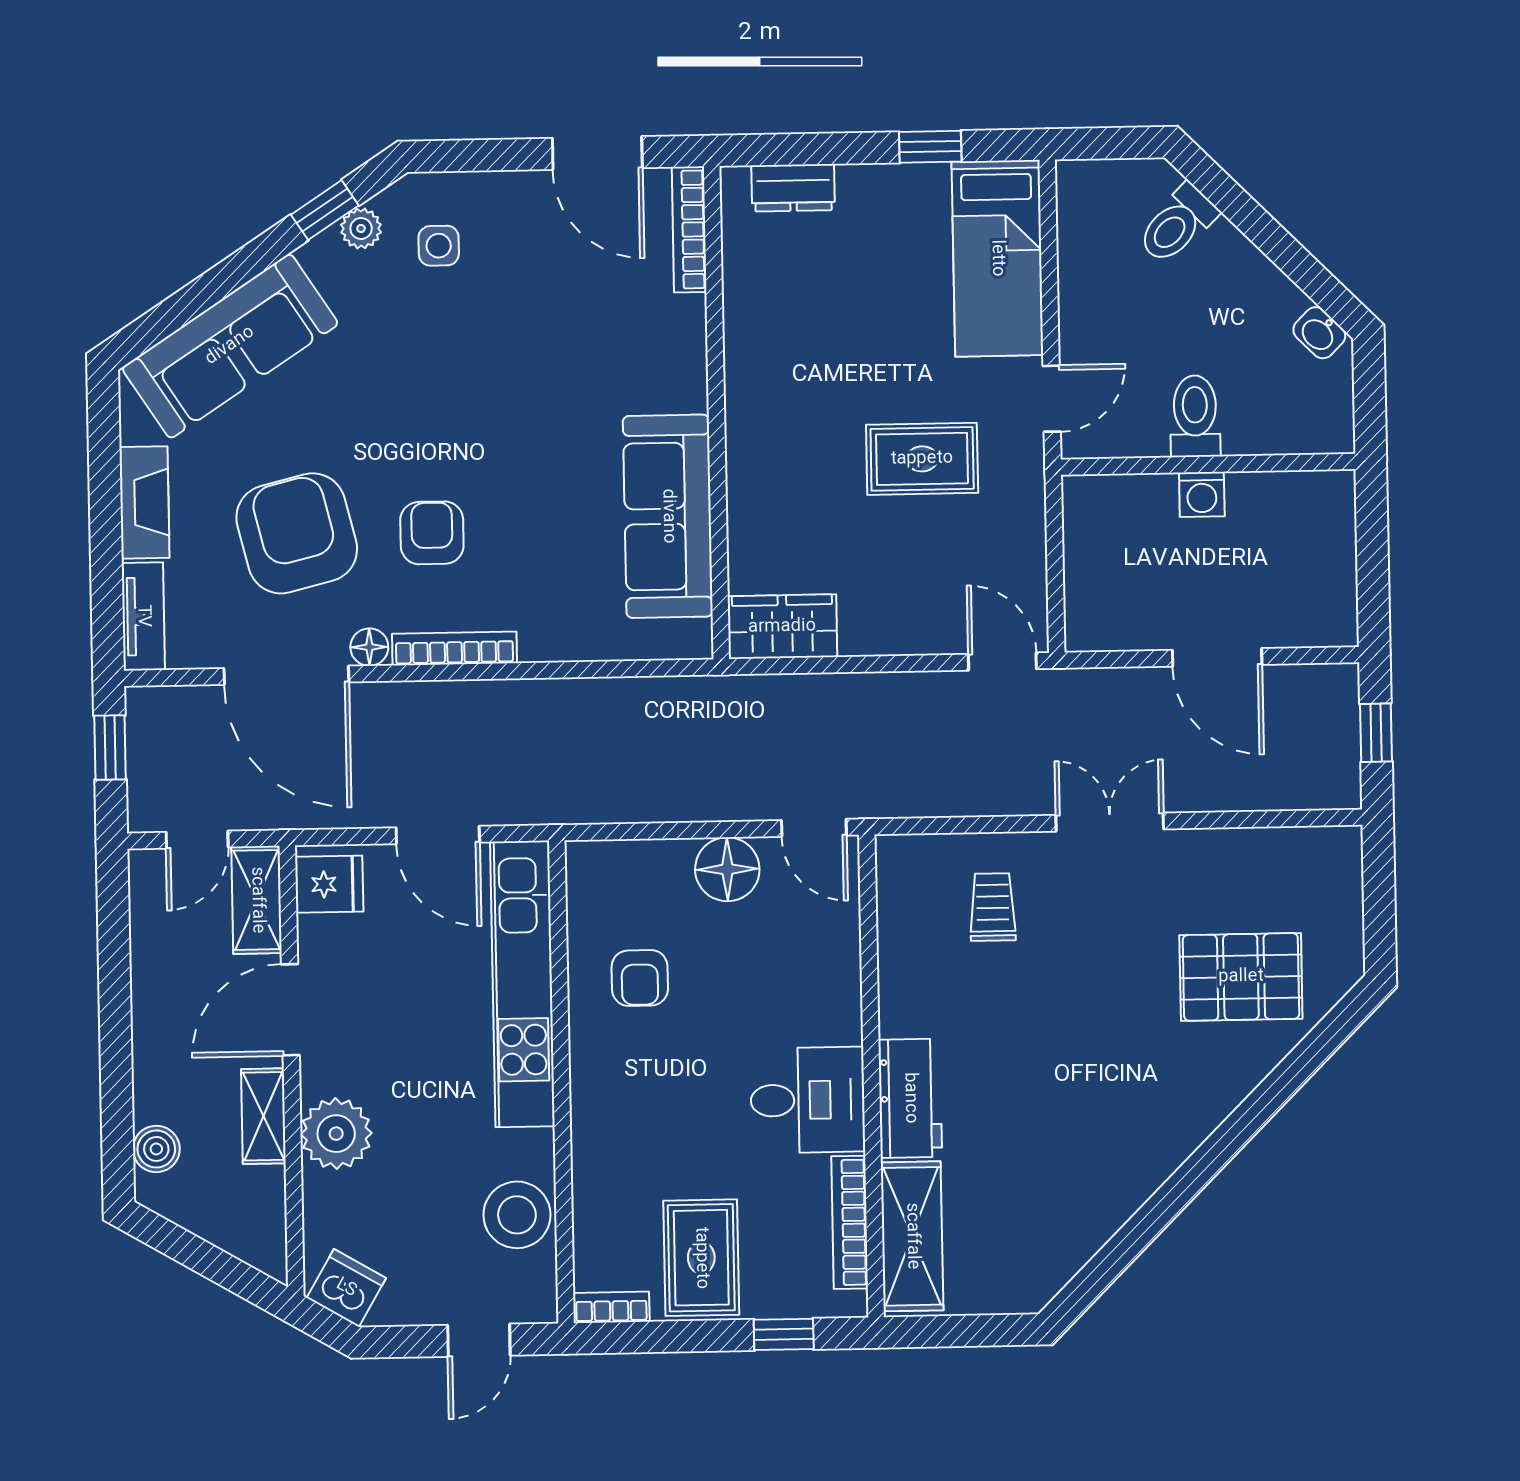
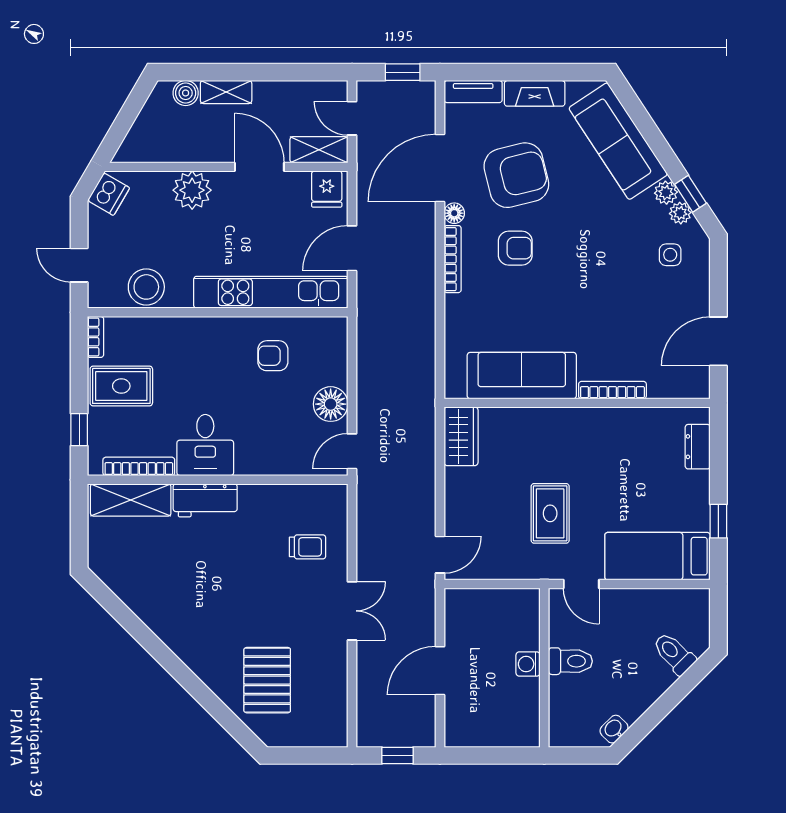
bookcase: (689, 229) -> (612, 390), moved
plant: (324, 256) -> (666, 193), added
shelving: (263, 1116) -> (226, 92), moved

